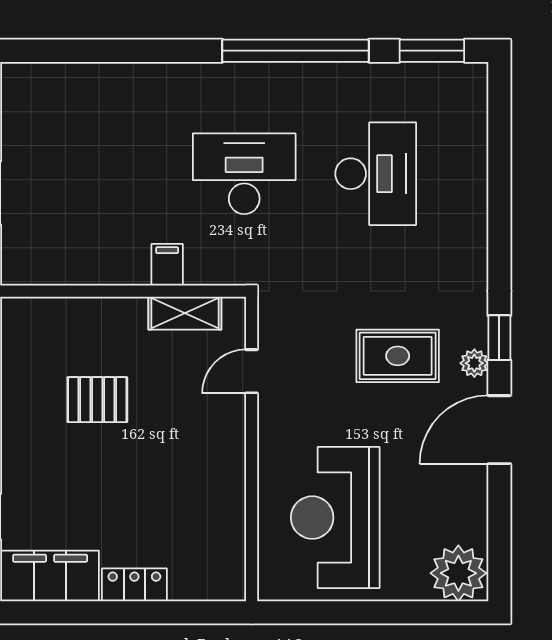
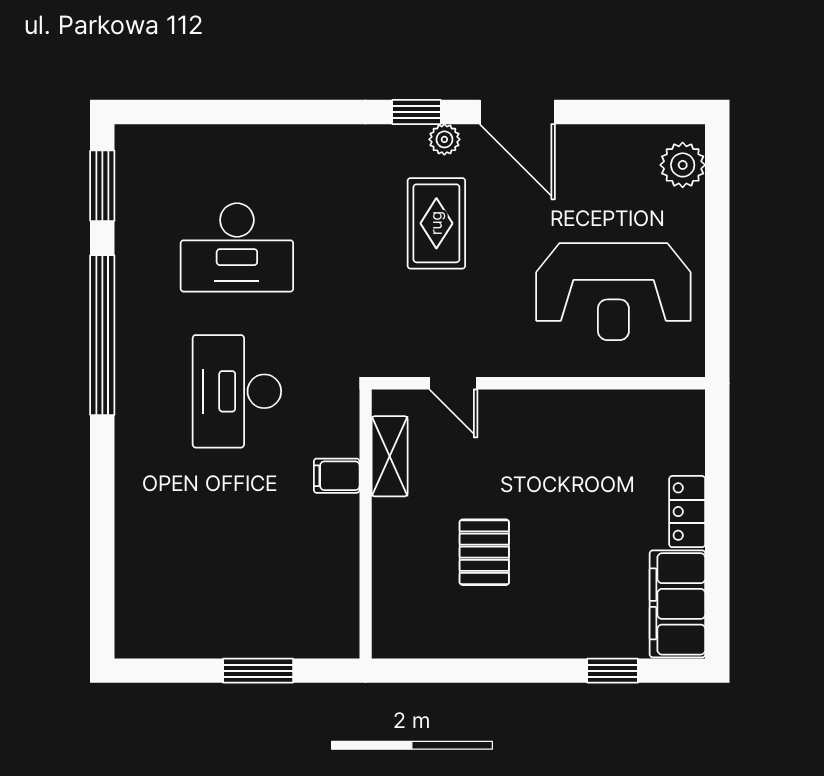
desk: (376, 174) -> (237, 247), turned 180
plant: (458, 573) -> (683, 165), width x0.73, depth x0.73

